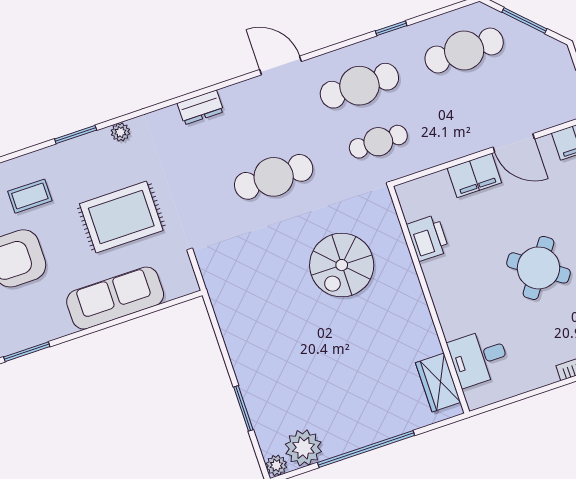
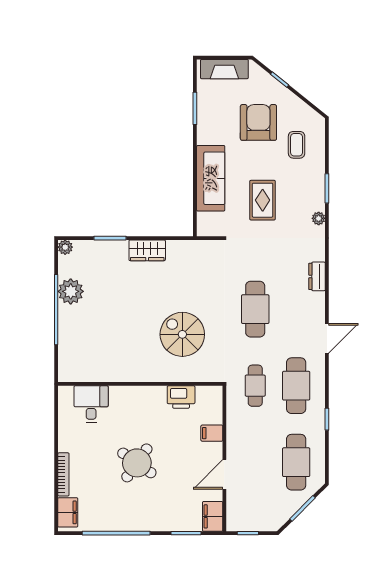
filing cabinet: (474, 175) -> (212, 433), width x0.50
rug: (121, 217) -> (263, 200), width x0.73, depth x0.70
wardrobe: (438, 383) -> (147, 250), moved, turned 180
plant: (303, 448) -> (71, 291), moved

